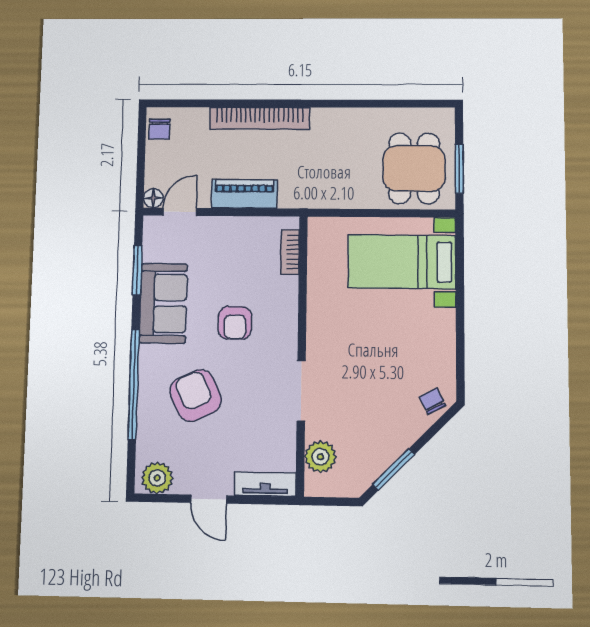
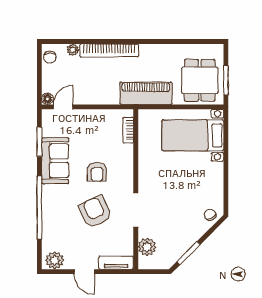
plant: (198, 117) -> (73, 50), added
piano: (244, 194) -> (146, 93), moved, width x1.37, depth x1.33
armchair: (196, 396) -> (95, 212), moved

